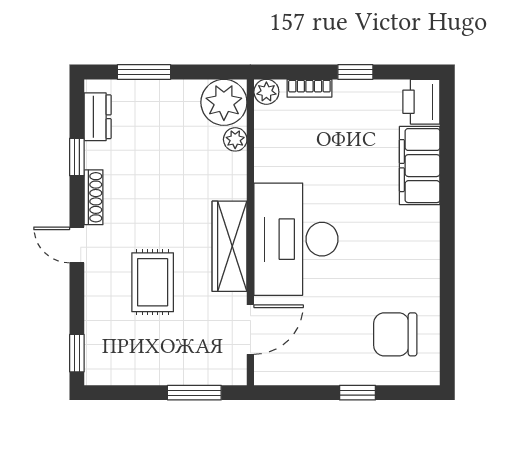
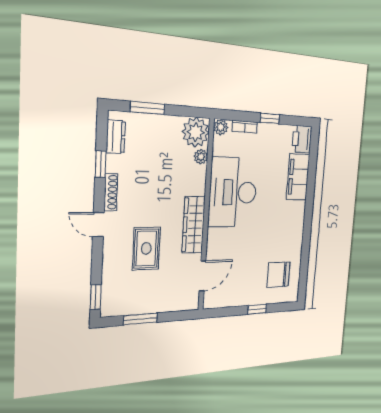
desk: (296, 239) -> (233, 192), moved
window: (194, 393) -> (140, 319), moved

